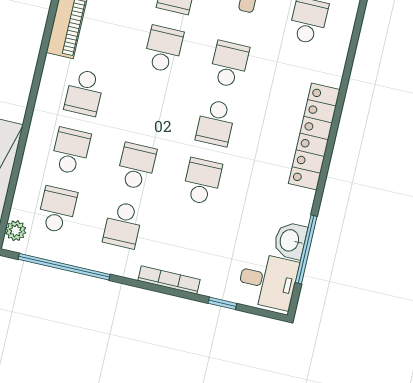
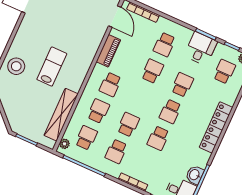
school desk: (202, 181) -> (158, 138), turned 180

